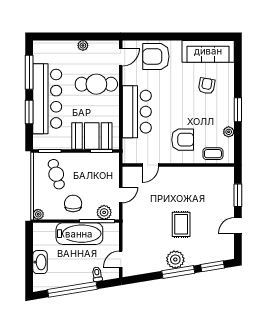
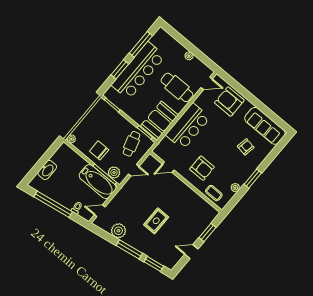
booth: (92, 136) -> (159, 121), moved, turned 90
cafe table: (56, 174) -> (132, 144), moved
chair: (73, 203) -> (99, 150), turned -90
bathtub: (79, 234) -> (98, 182), moved
plant: (175, 260) -> (118, 231), moved

